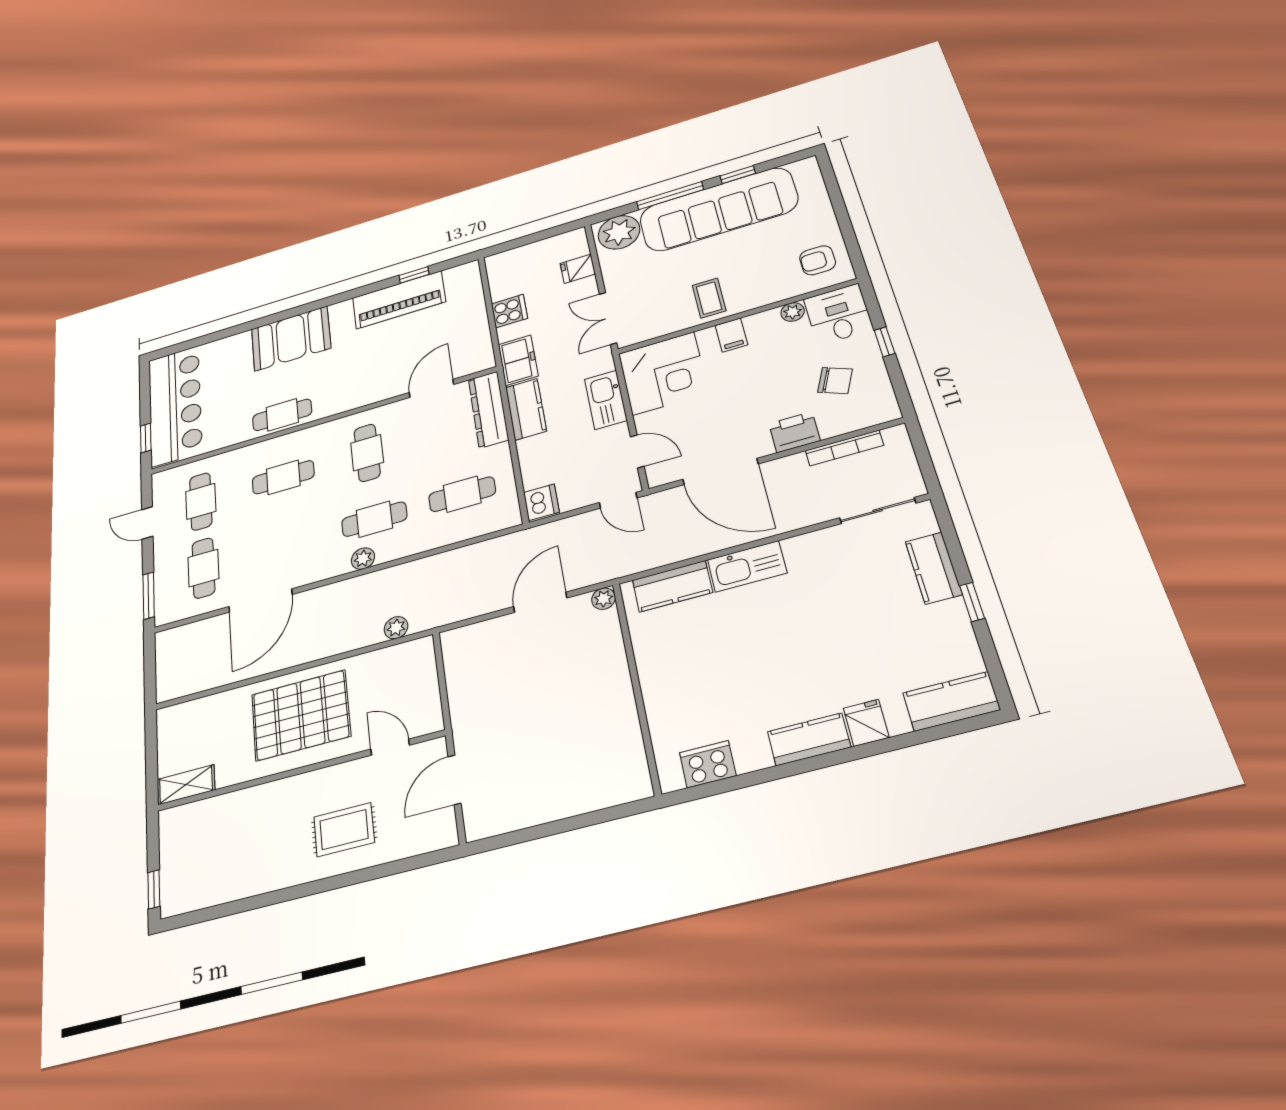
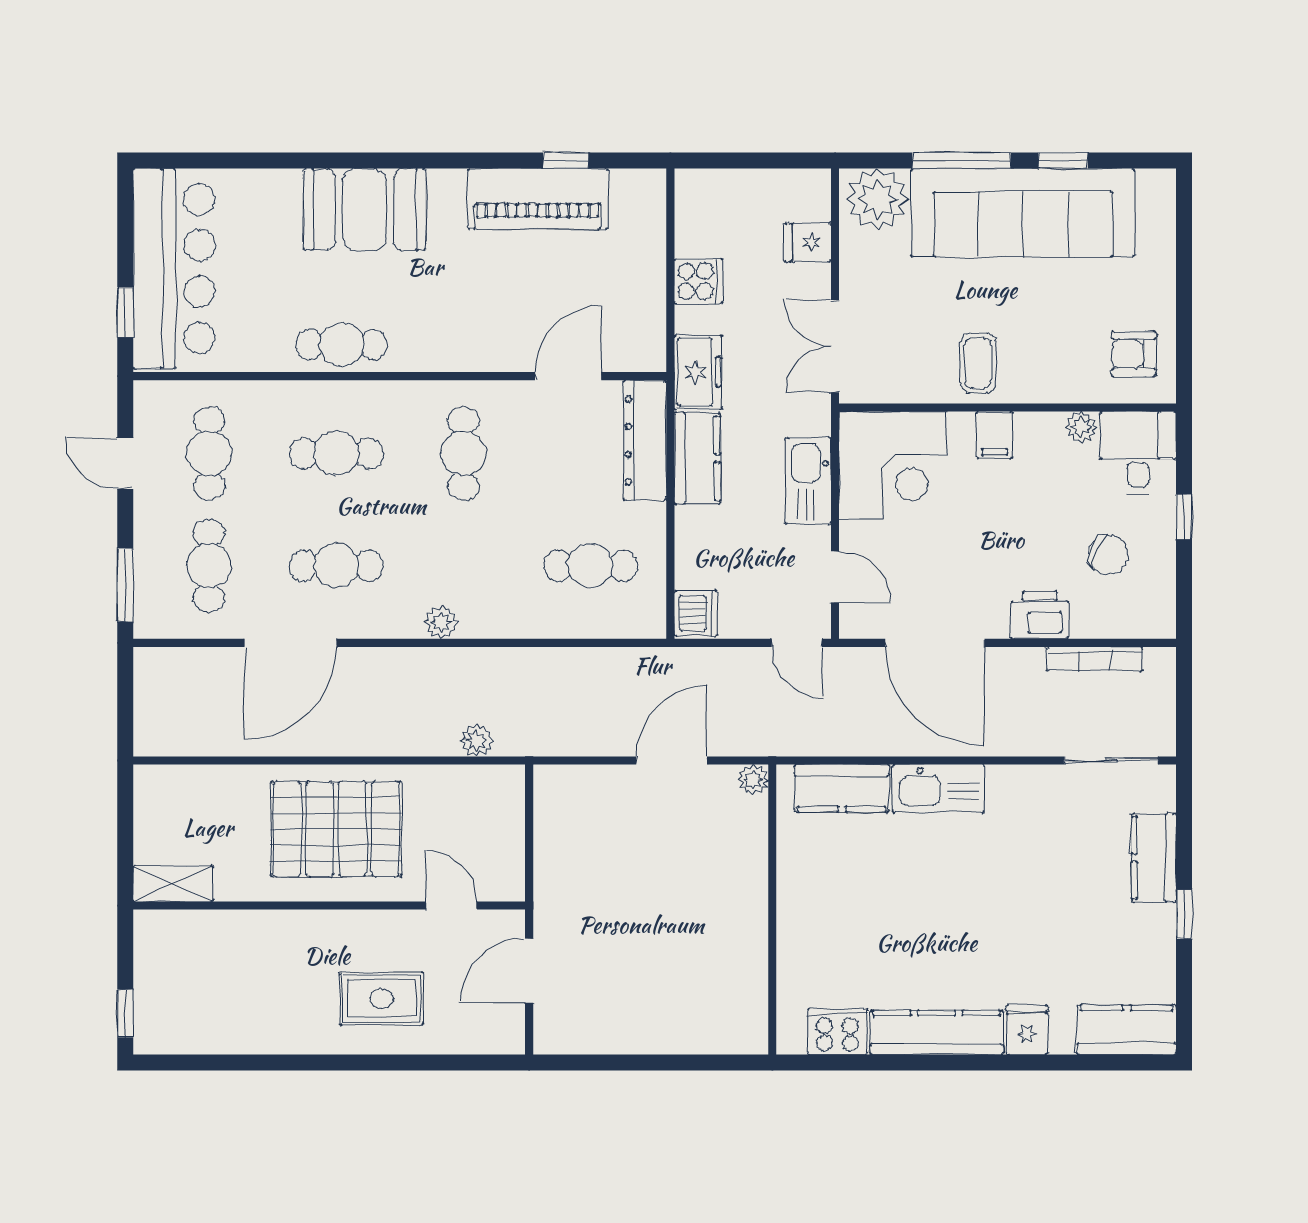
cafe table: (374, 519) -> (336, 566), moved
kitchen counter: (809, 739) -> (937, 1032), width x1.50

